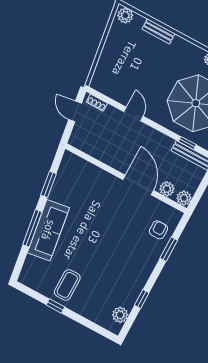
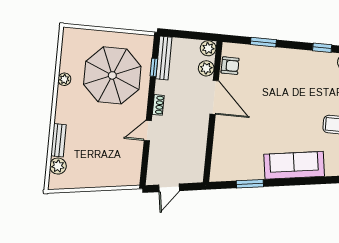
plant: (125, 15) -> (58, 166), moved
shoe rack: (97, 103) -> (158, 105), moved
door: (138, 185) -> (214, 97), swing flipped
window: (32, 228) -> (299, 181), removed
armchair: (158, 230) -> (230, 66), moved, turned 180

